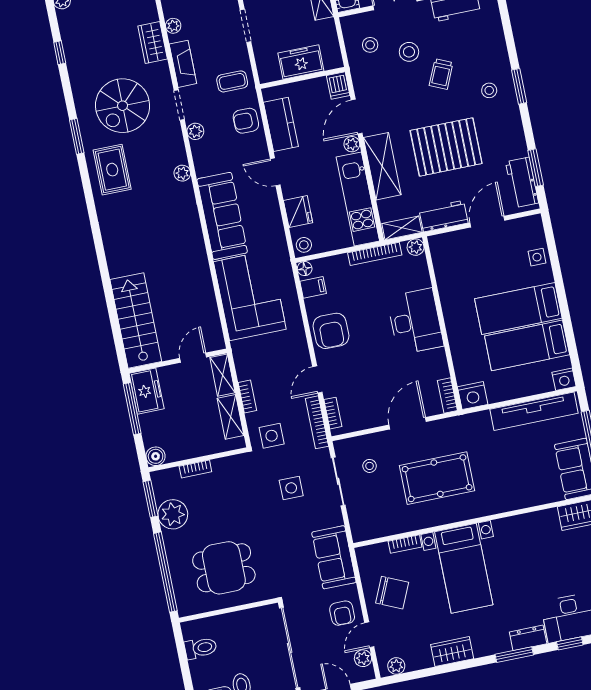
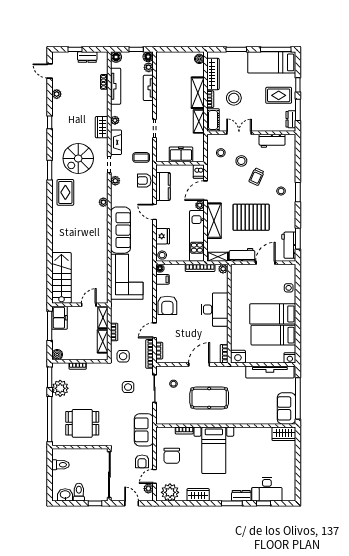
chair: (392, 593) -> (172, 456), turned 66
plant: (396, 666) -> (170, 492), width x1.87, depth x1.87

